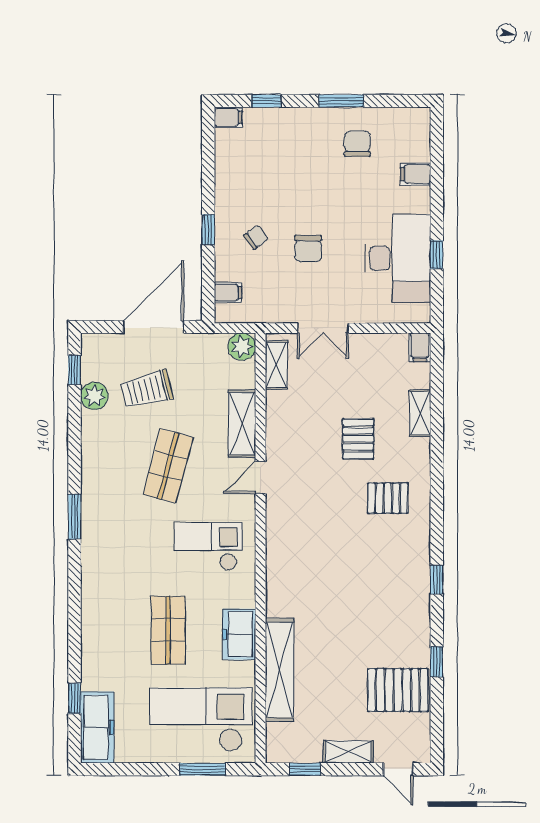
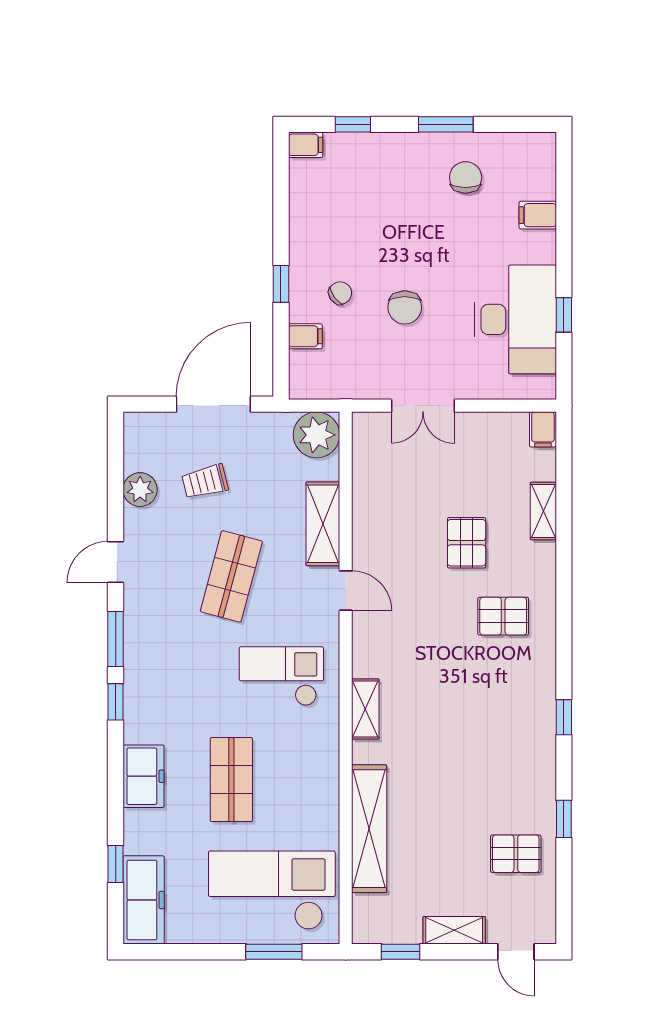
filing cabinet: (228, 293) -> (305, 336), moved
plant: (242, 347) -> (317, 435), width x1.36, depth x1.36
shelving: (276, 365) -> (365, 709), moved
window: (75, 370) -> (116, 702), moved
trolley: (147, 389) -> (205, 482), width x0.73, depth x0.72
door: (75, 454) -> (116, 562), added
door: (260, 477) -> (346, 591), swing flipped
freezer: (239, 634) -> (143, 776), moved, turned 180
pallet: (398, 690) -> (516, 854), width x0.67, depth x0.71

